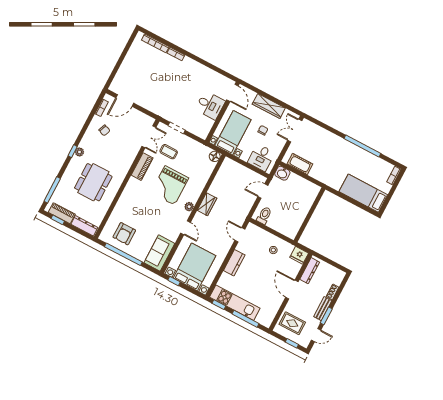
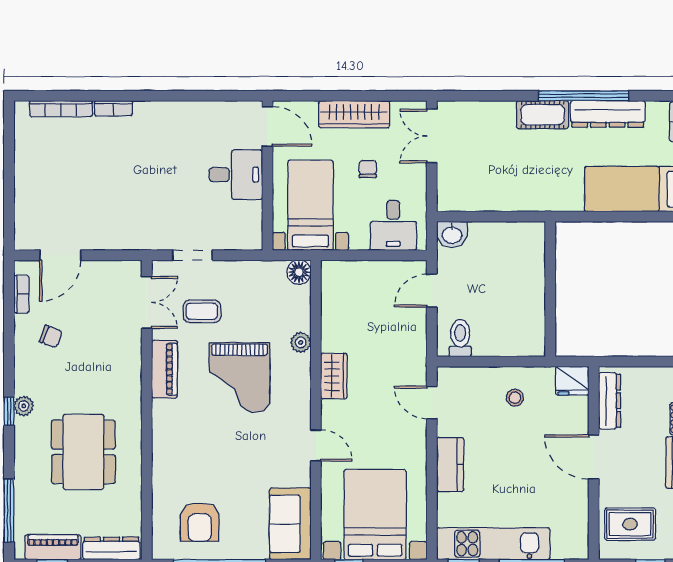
dresser: (368, 158) -> (608, 114), added
cot: (300, 164) -> (543, 115), moved
plant: (189, 207) -> (301, 342), moved

